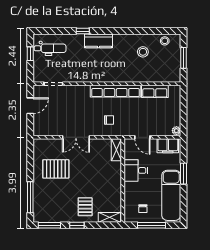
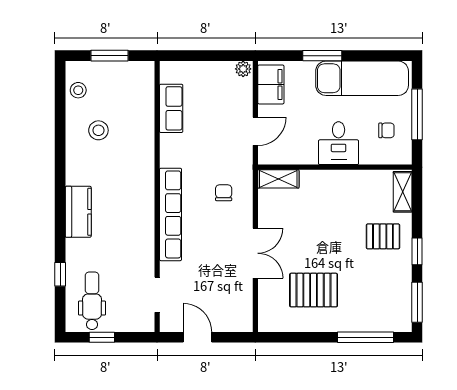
window: (83, 31) -> (60, 274), moved
row of seats: (116, 91) -> (171, 214), moved
pallet: (56, 169) -> (314, 290), turned 90
desk: (136, 170) -> (339, 143), moved

